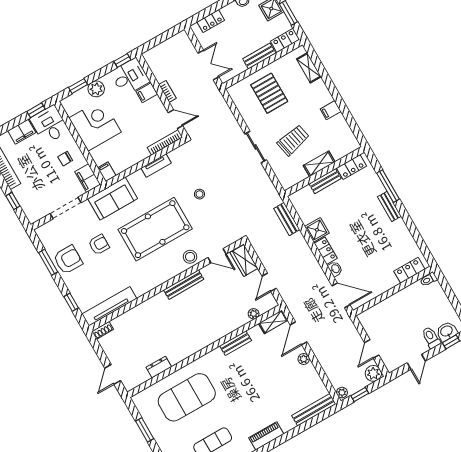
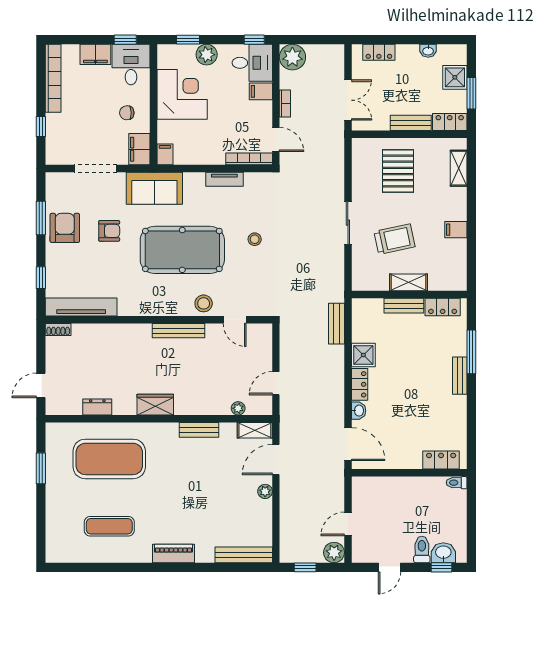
armchair: (68, 260) -> (65, 228), turned -90
wardrobe: (244, 260) -> (155, 405), moved, turned 90
plant: (342, 393) -> (292, 57), moved, width x1.88, depth x1.88

